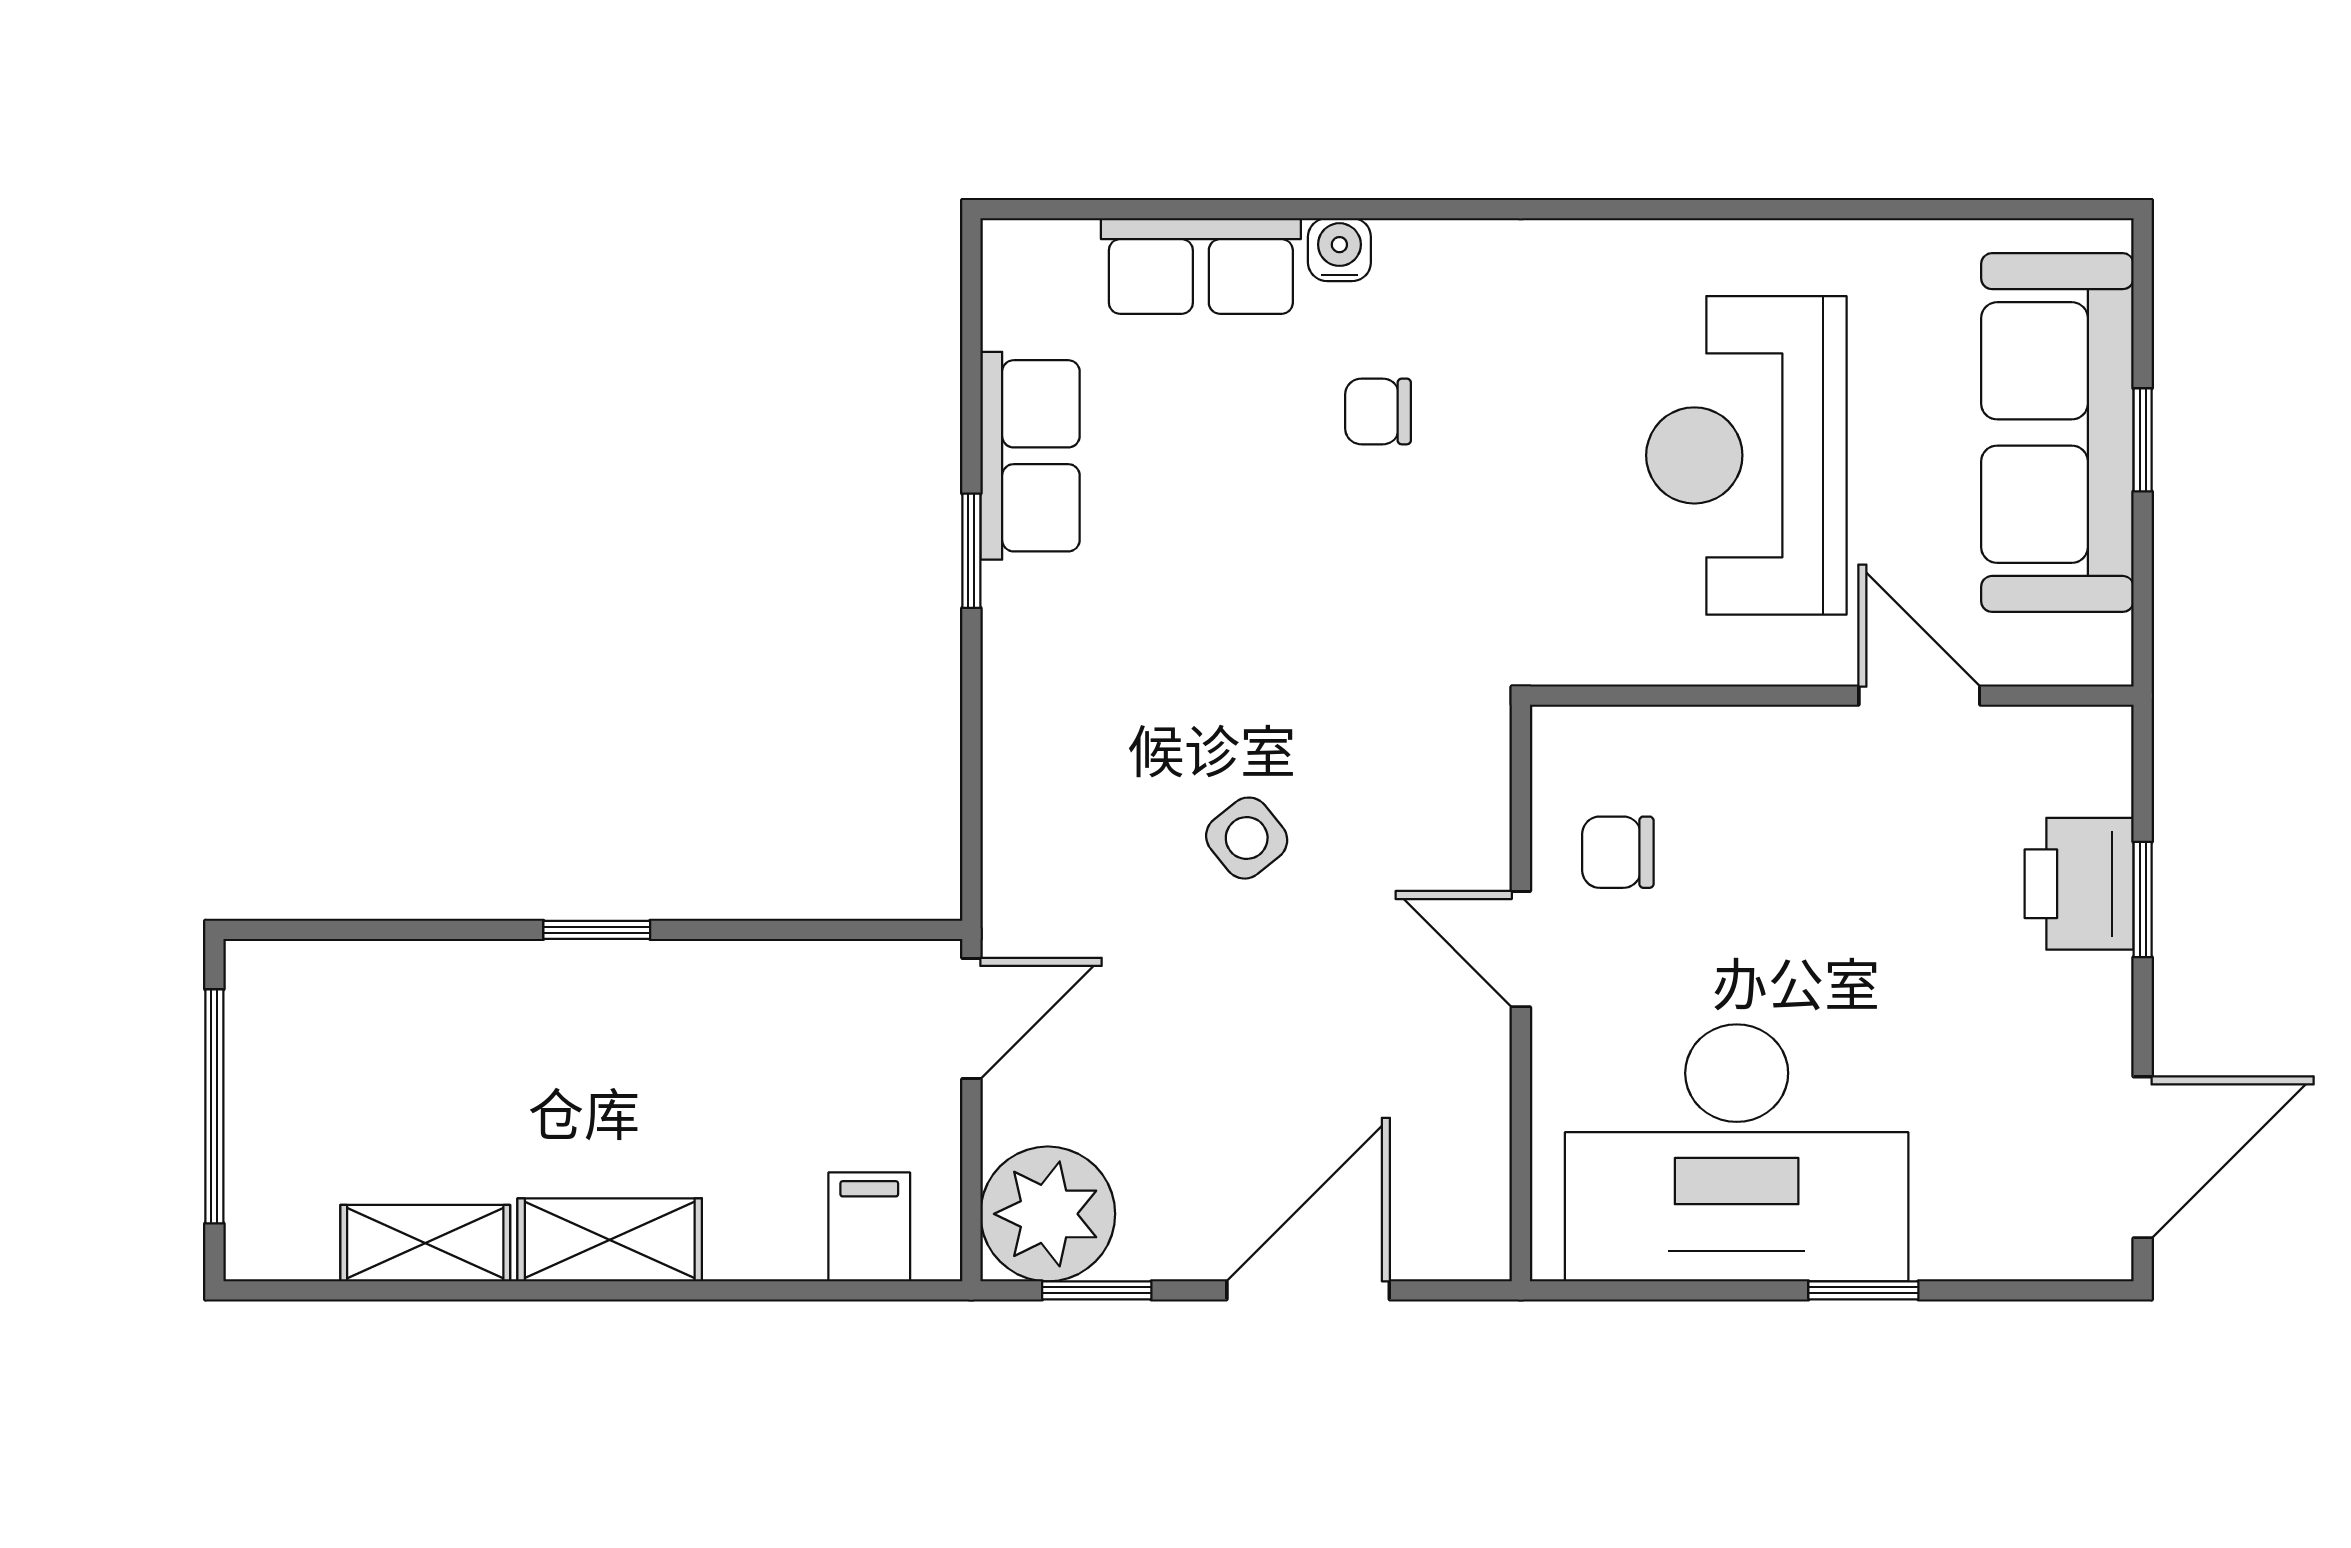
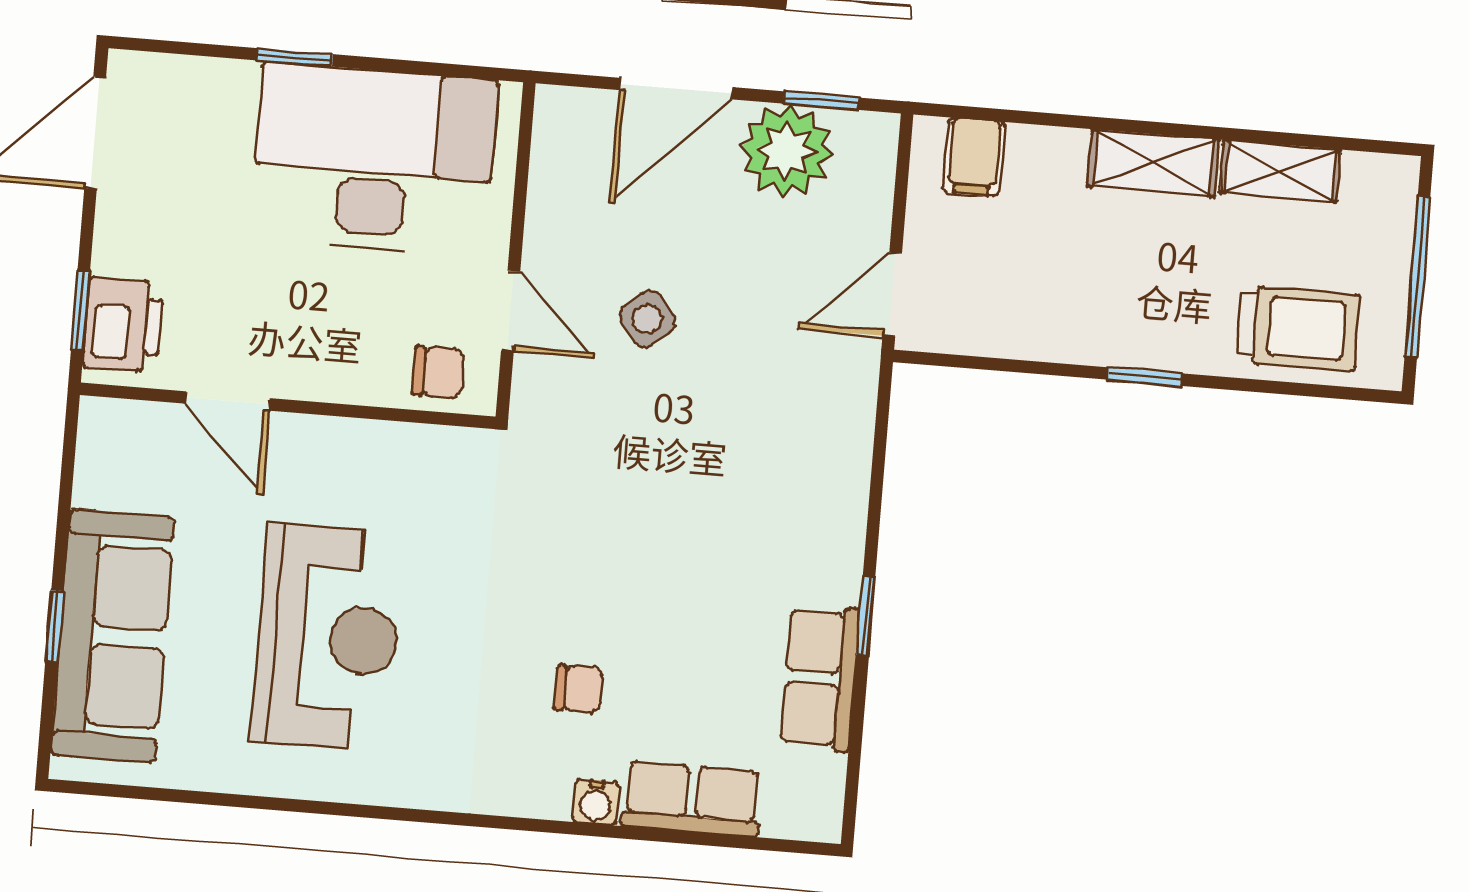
wall: (1832, 696) -> (288, 406), moved
door: (1919, 696) -> (227, 401), moved
side table: (1247, 838) -> (647, 319), moved
trolley: (381, 1018) -> (1298, 328), added
plant: (1048, 1214) -> (786, 151), moved

